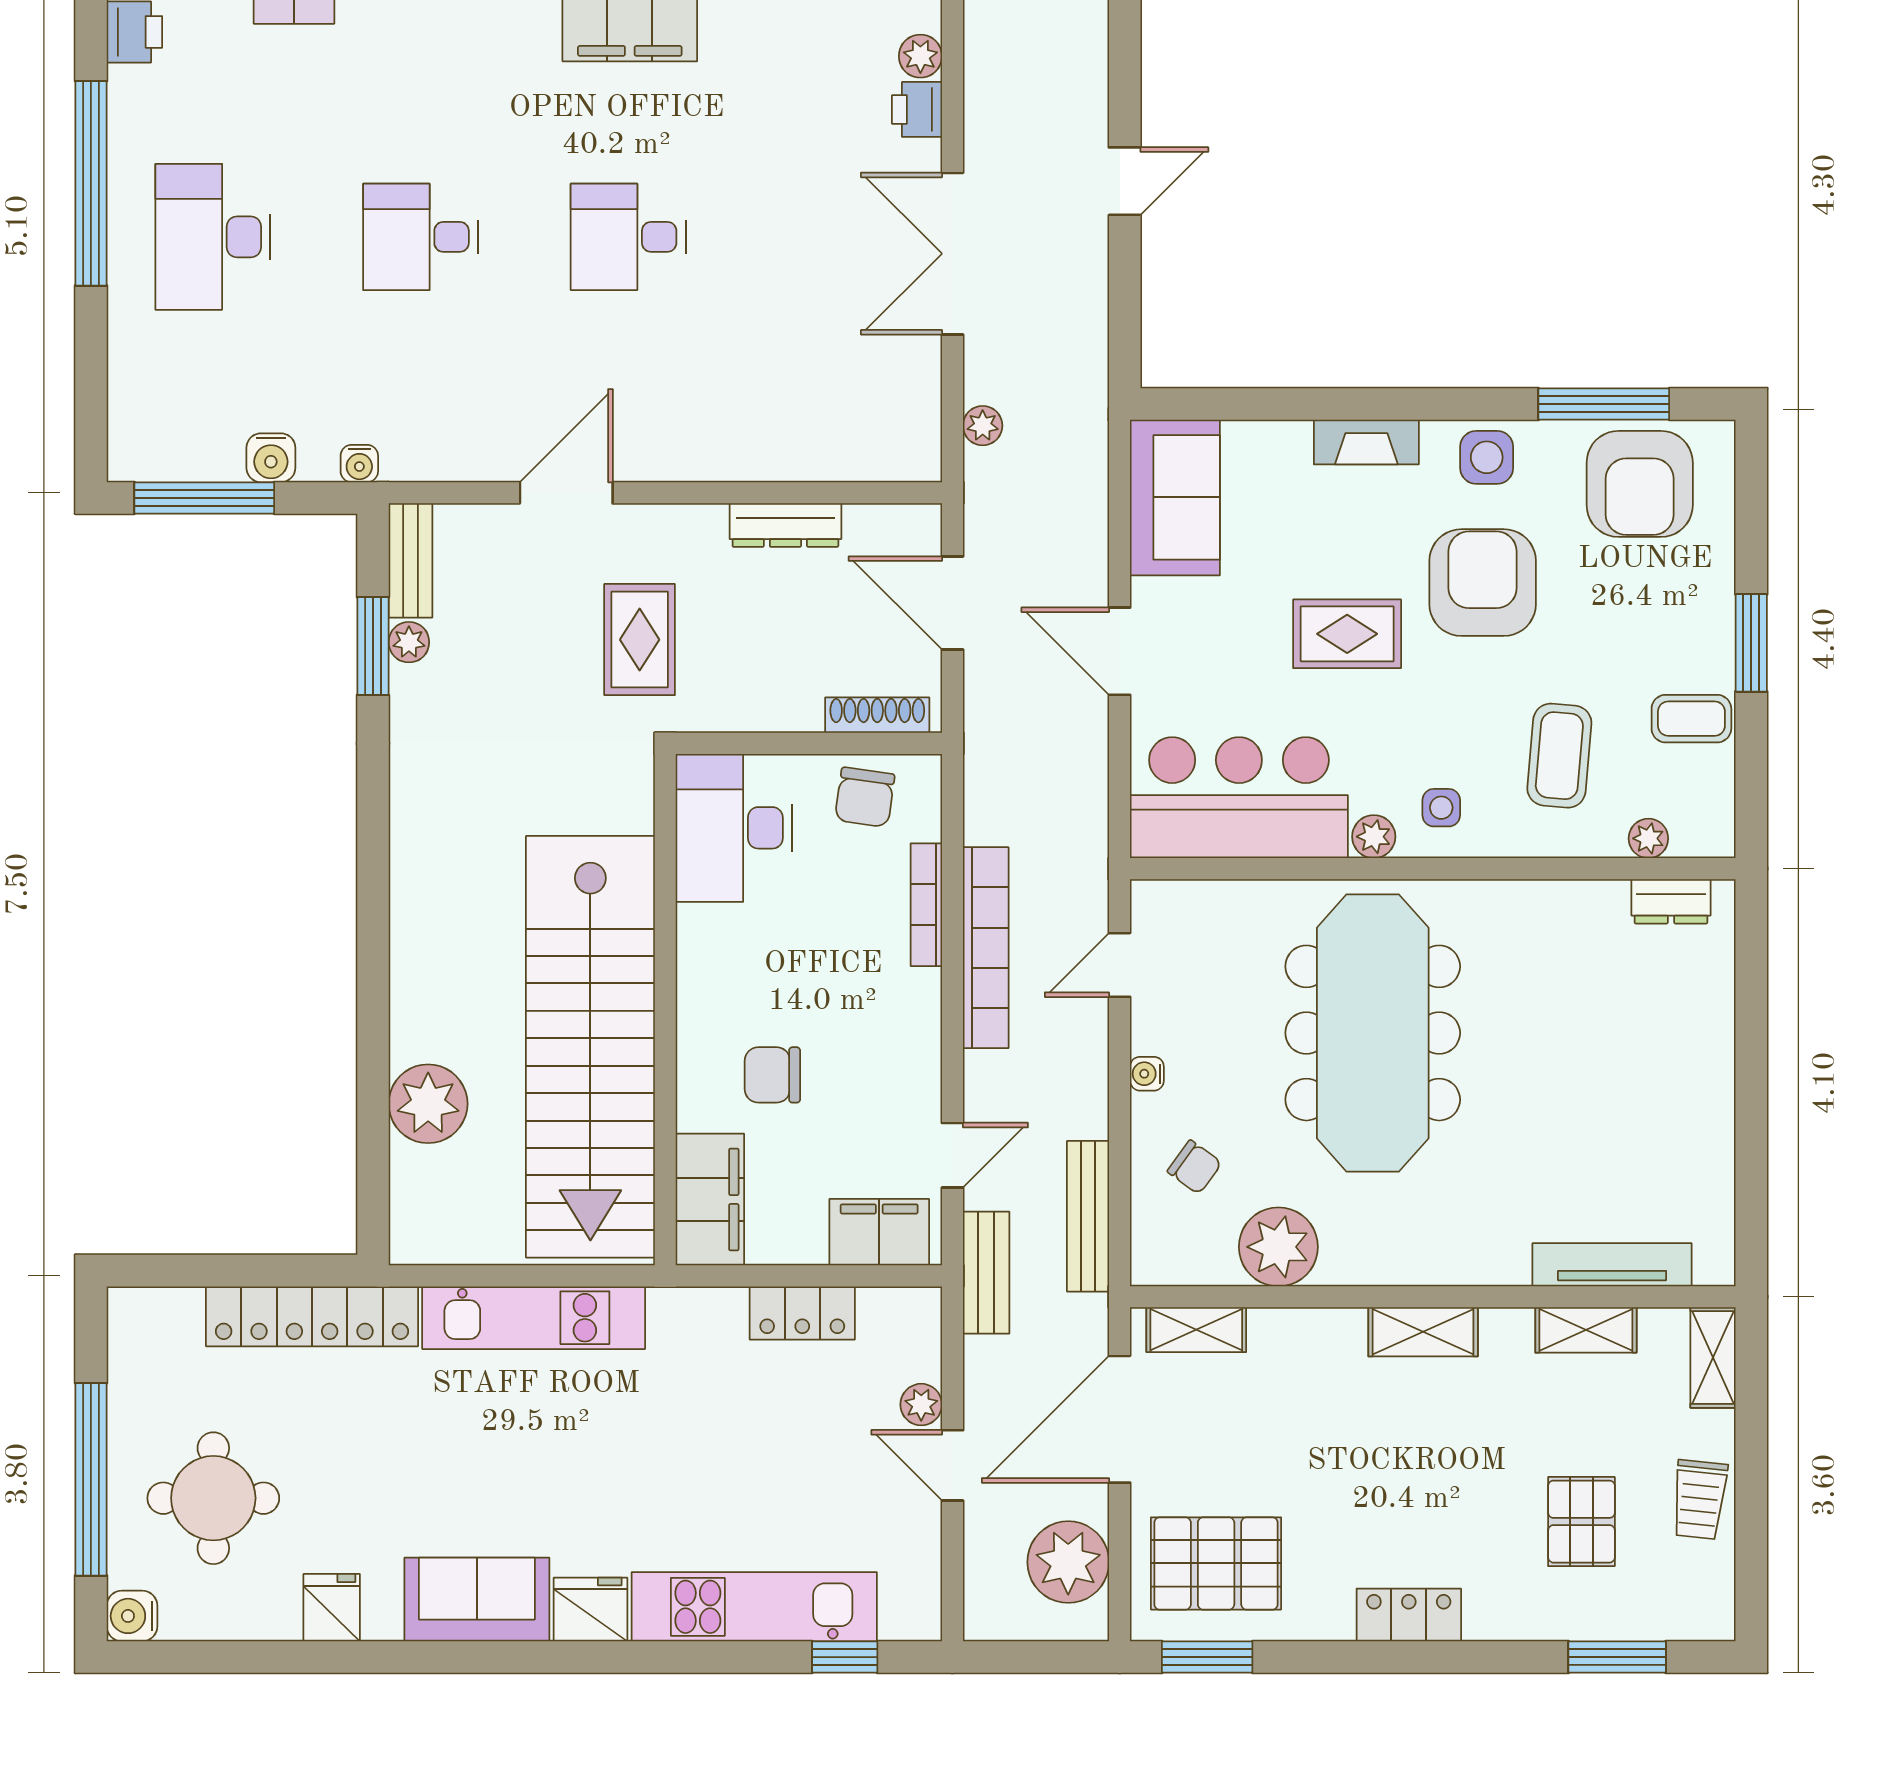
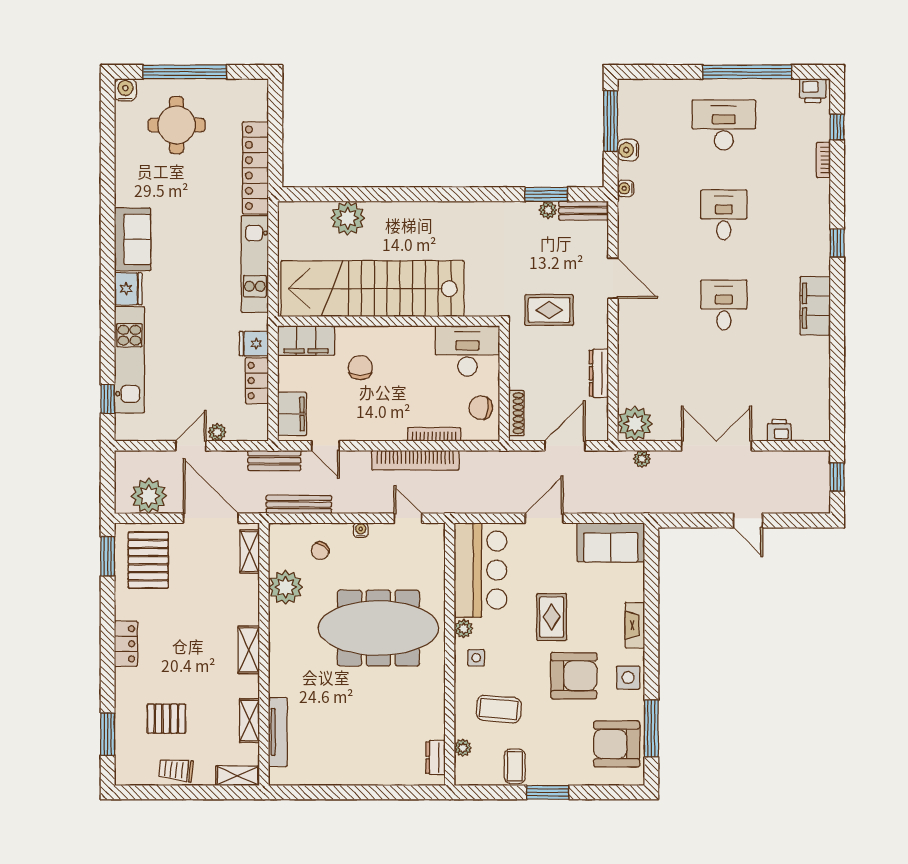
plant: (920, 56) -> (635, 424), moved, width x1.88, depth x1.88
fridge: (332, 1608) -> (254, 344), moved, turned 180

